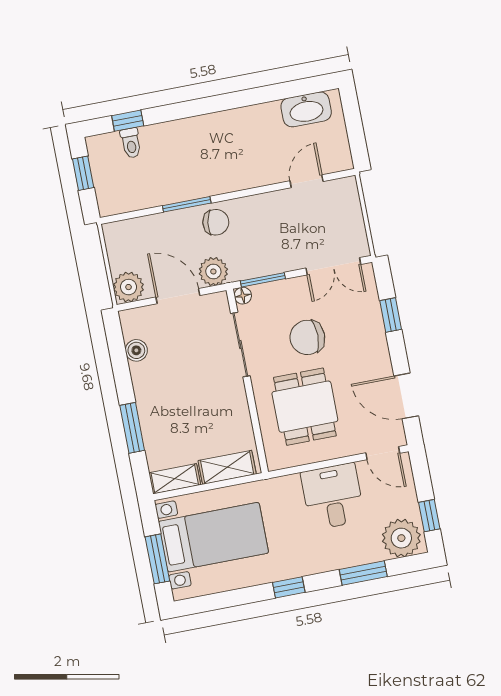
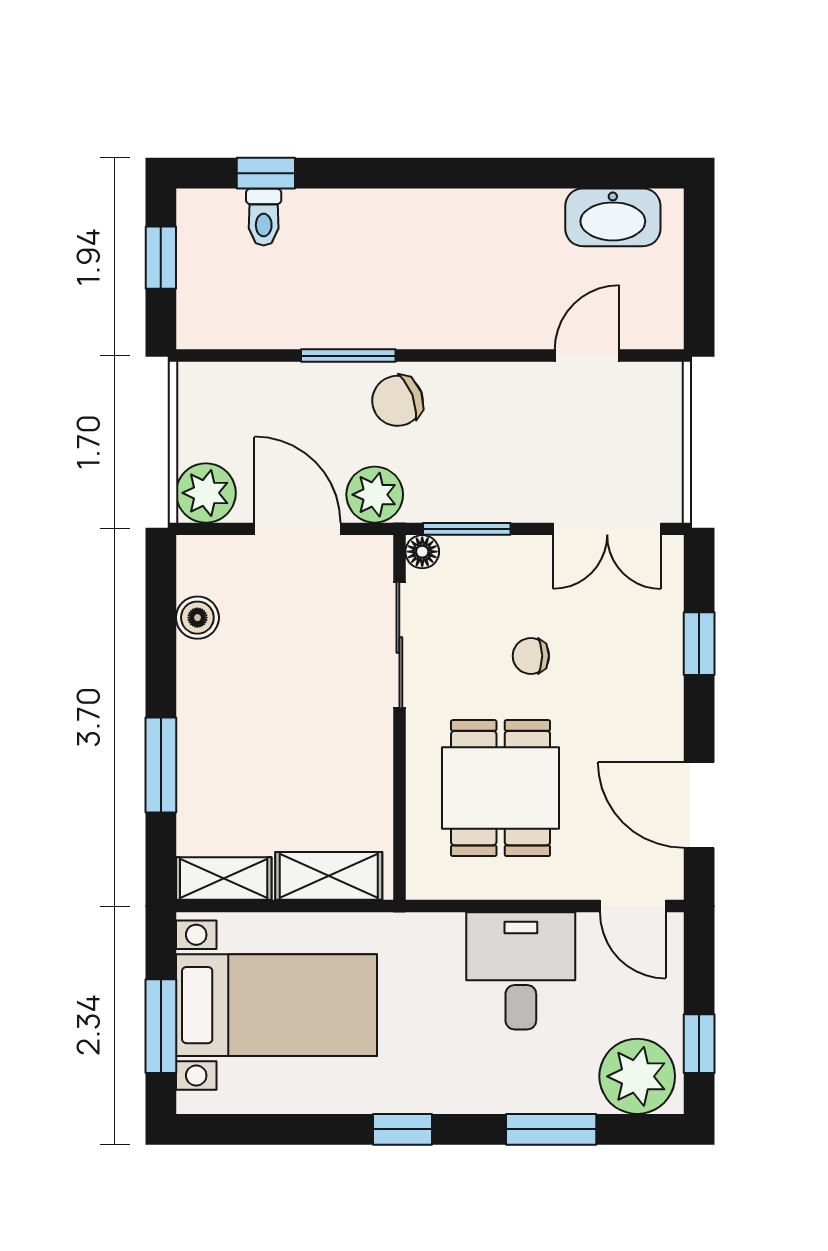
chair: (216, 222) -> (398, 401), turned 150
chair: (307, 337) -> (531, 656), width x0.54, depth x0.54

